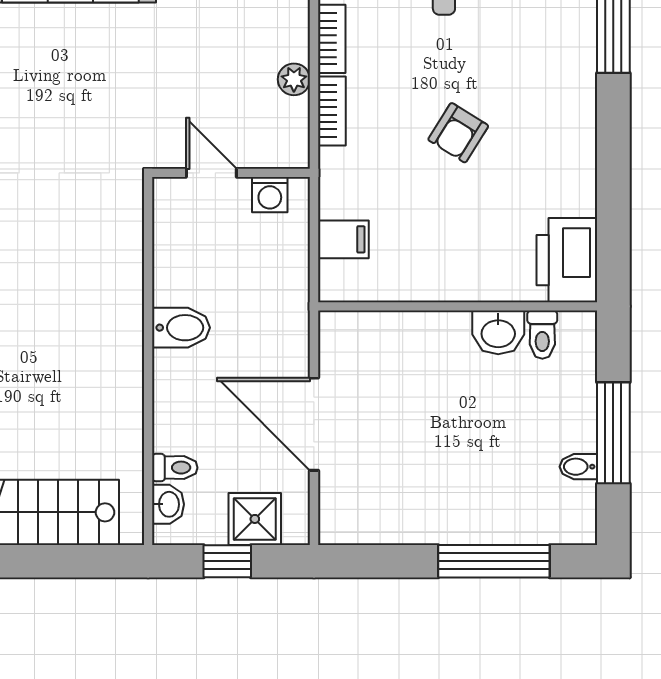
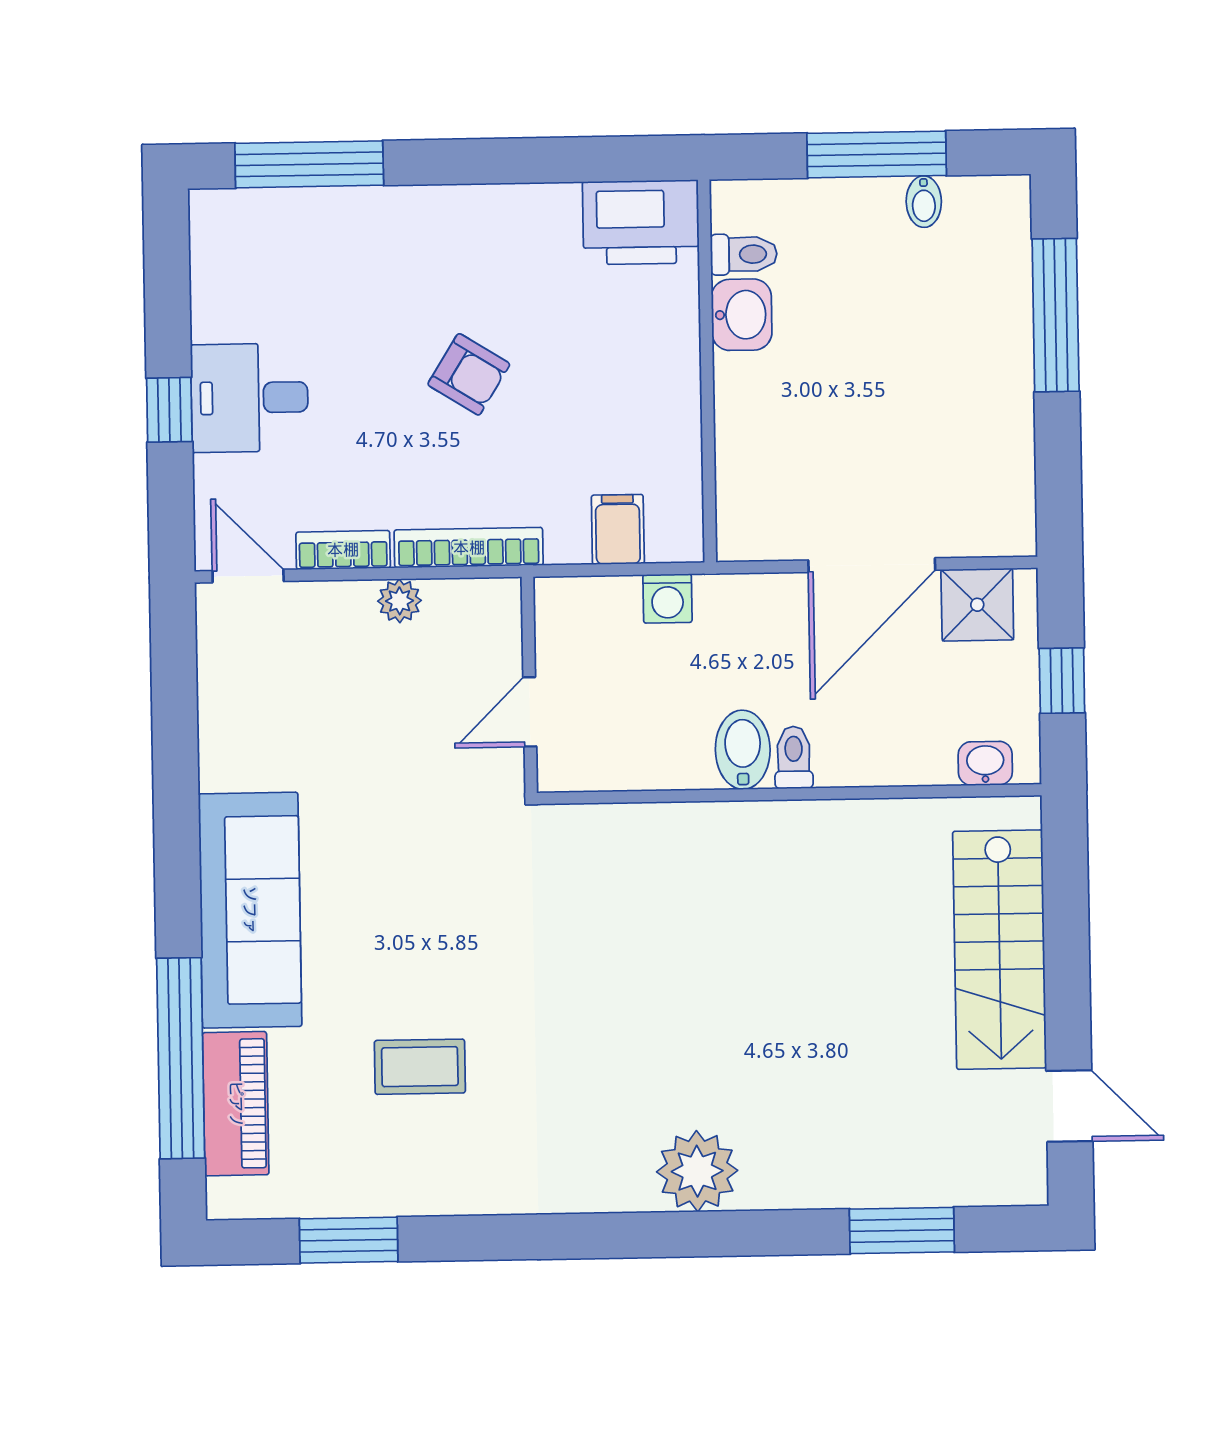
bookcase: (332, 111) -> (469, 548), width x1.56
washing machine: (270, 195) -> (667, 598), moved, turned 90
toilet: (175, 468) -> (794, 757), moved
shower: (255, 519) -> (977, 605), moved

